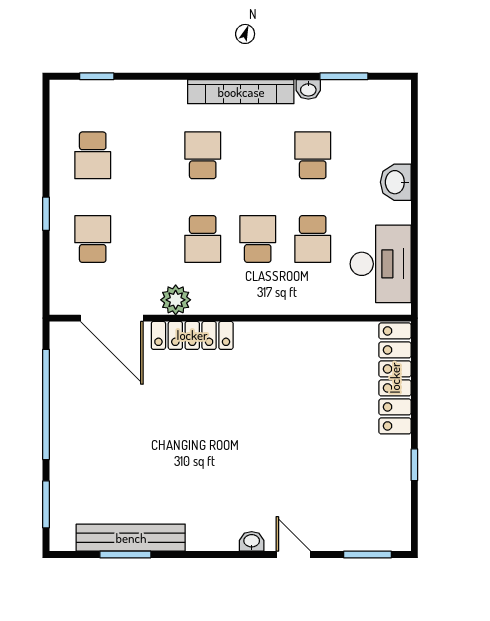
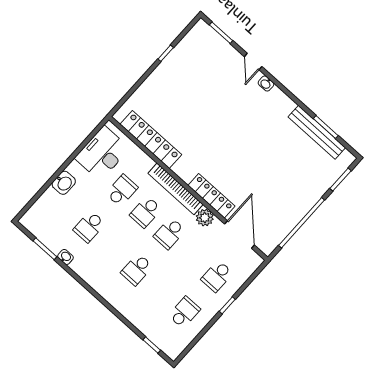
bookcase: (241, 92) -> (175, 189), moved, turned 180
school desk: (203, 239) -> (169, 233), turned 180
locker: (395, 378) -> (151, 139), moved, turned -90

